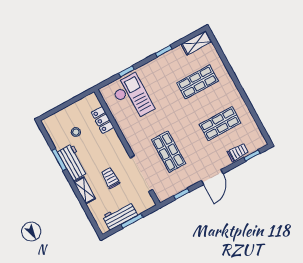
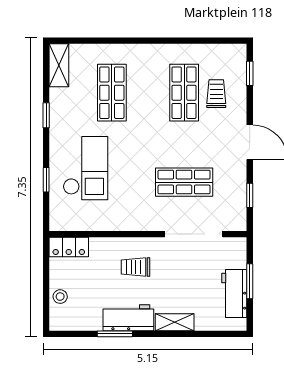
checkout: (133, 97) -> (85, 168), moved, turned 90
locker: (103, 120) -> (69, 247), moved
stool: (76, 132) -> (60, 297), moved
trolley: (238, 152) -> (216, 94), moved
trolley: (110, 178) -> (135, 267), moved

